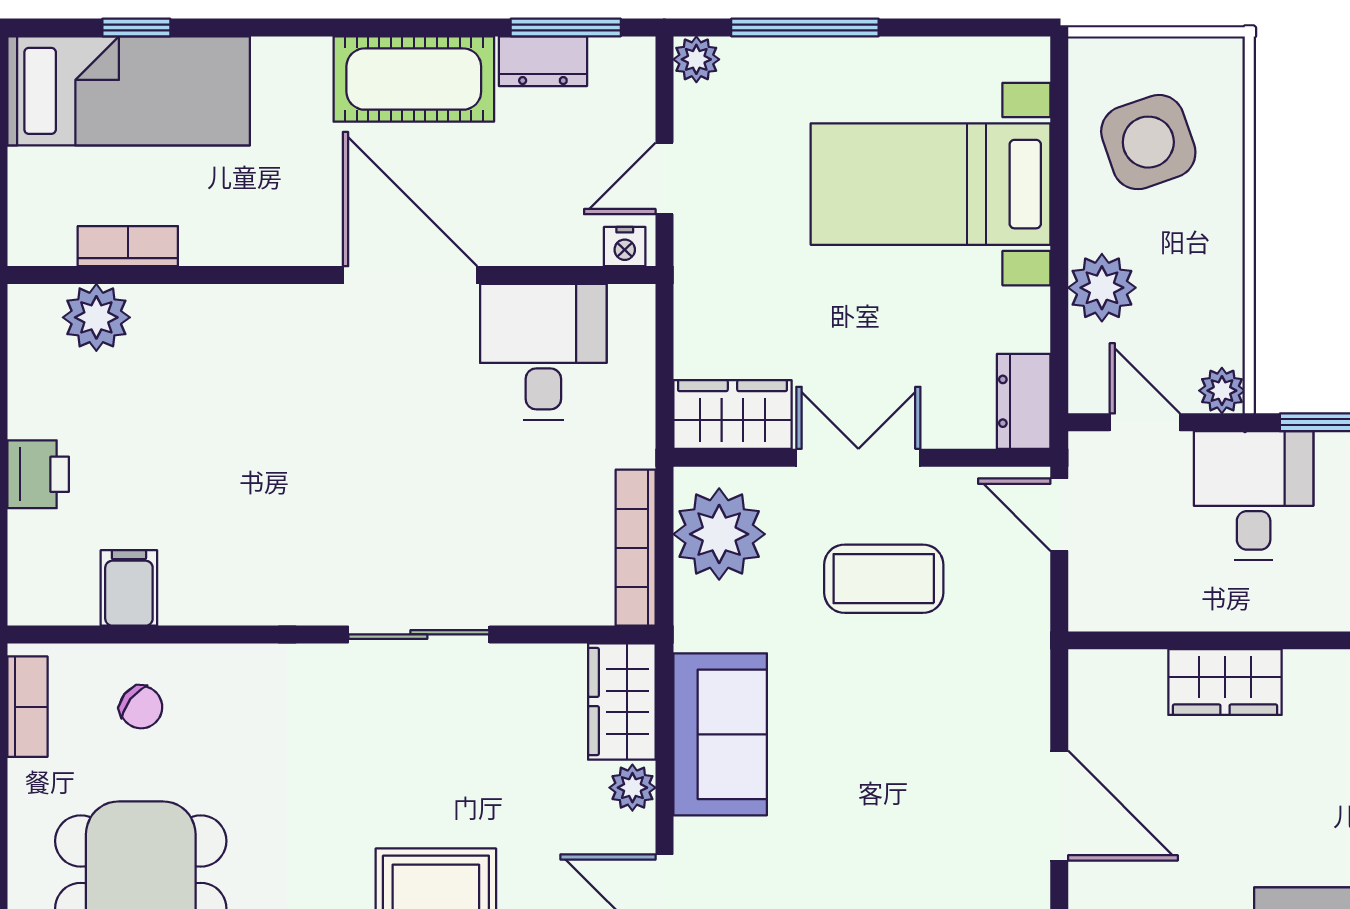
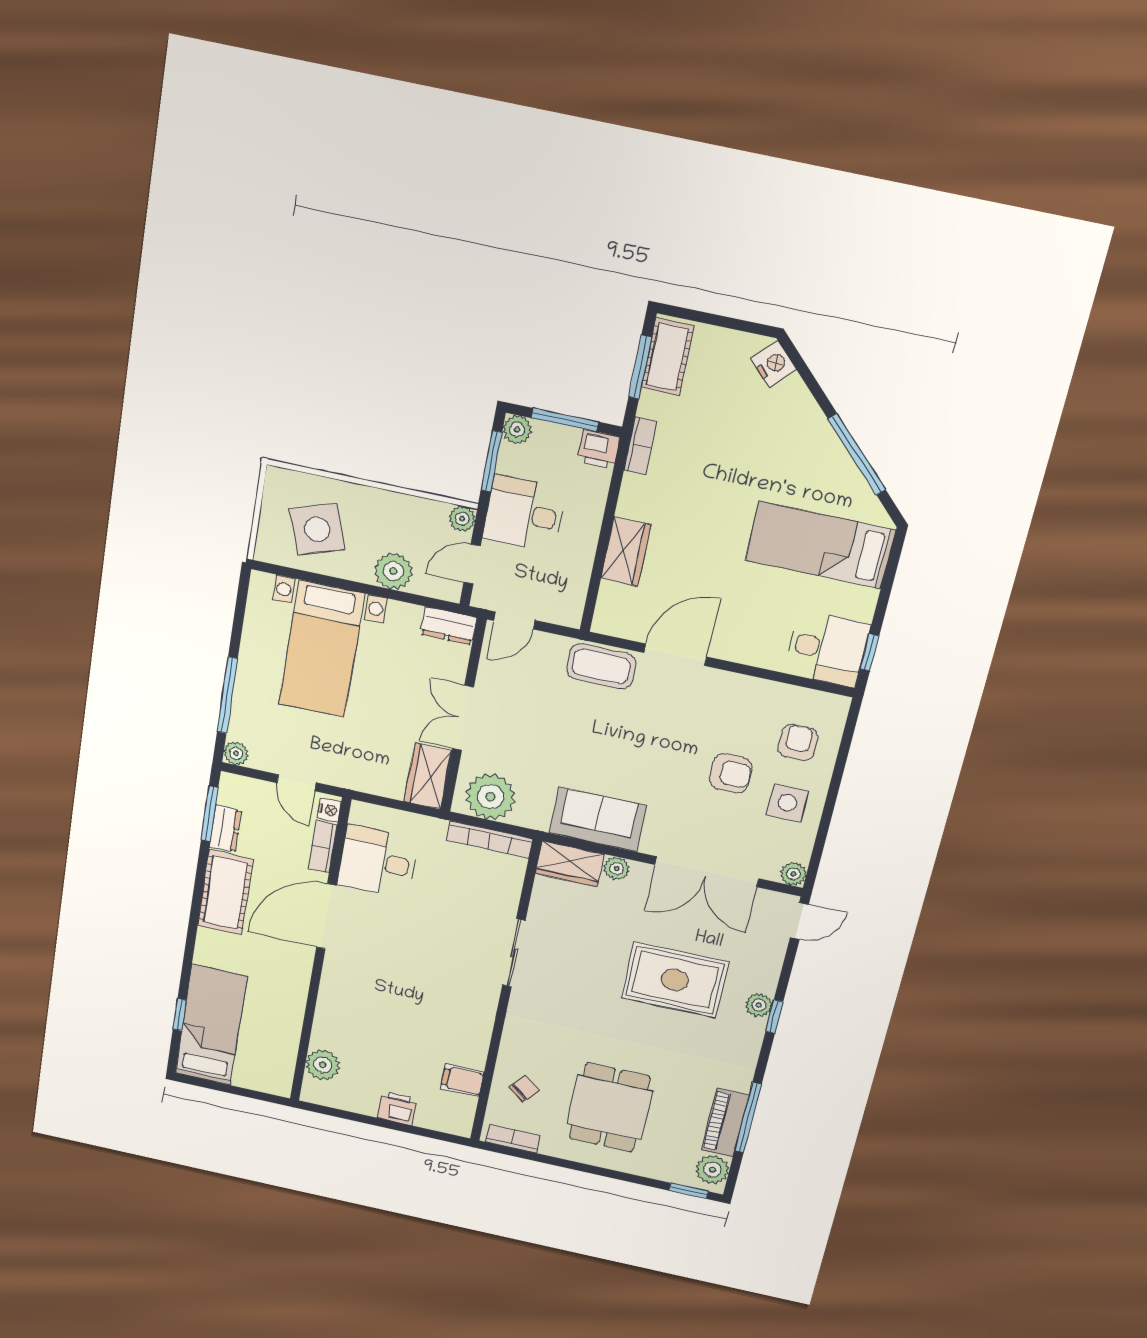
bookcase: (128, 246) -> (323, 847), moved
coffee table: (884, 579) -> (601, 666), moved, turned 90

